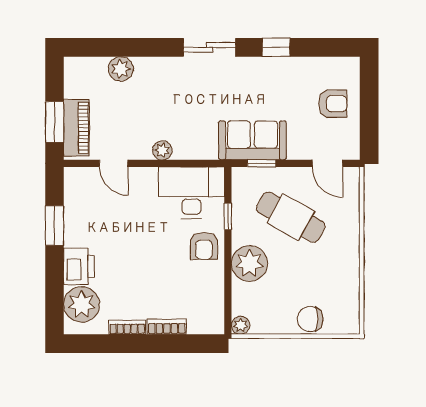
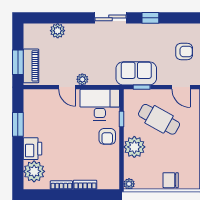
door: (114, 163) -> (67, 87), moved

